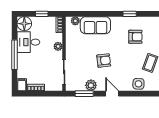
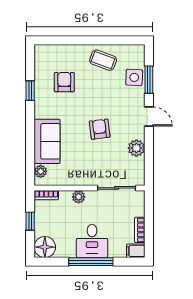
desk: (28, 42) -> (92, 241), moved
window: (84, 94) -> (149, 80), moved
door: (112, 94) -> (149, 116), swing flipped

